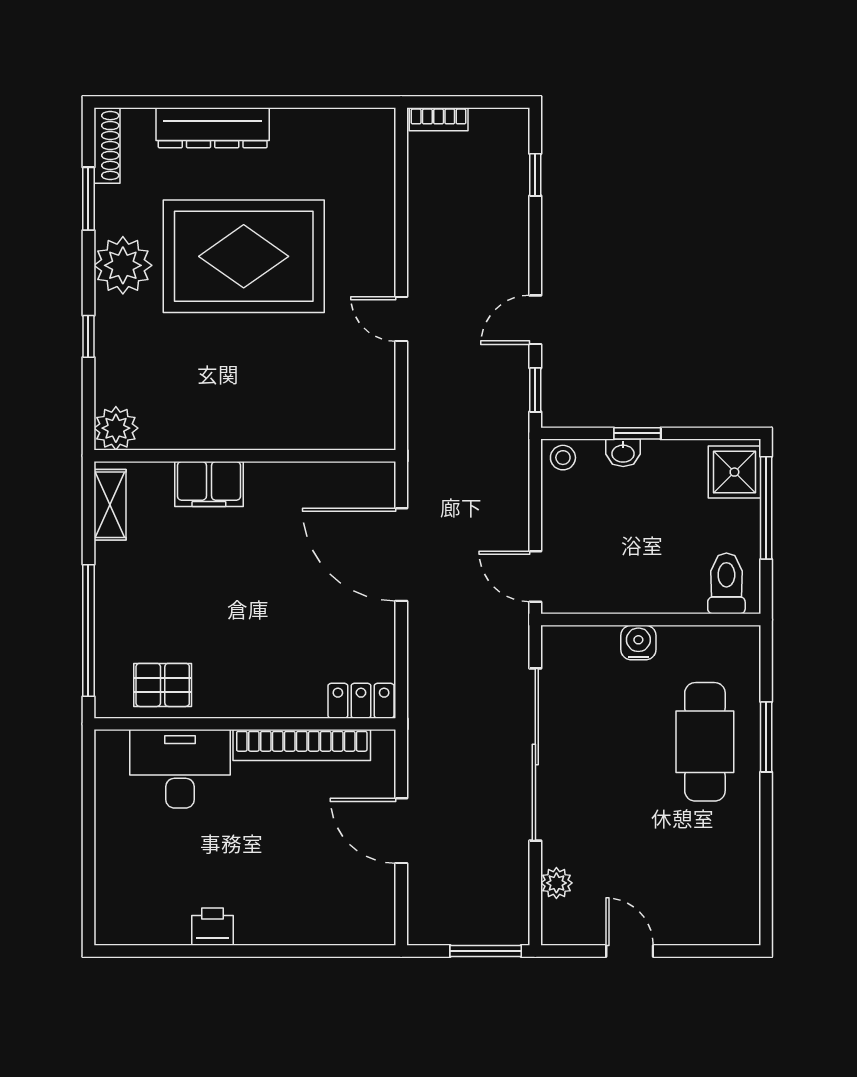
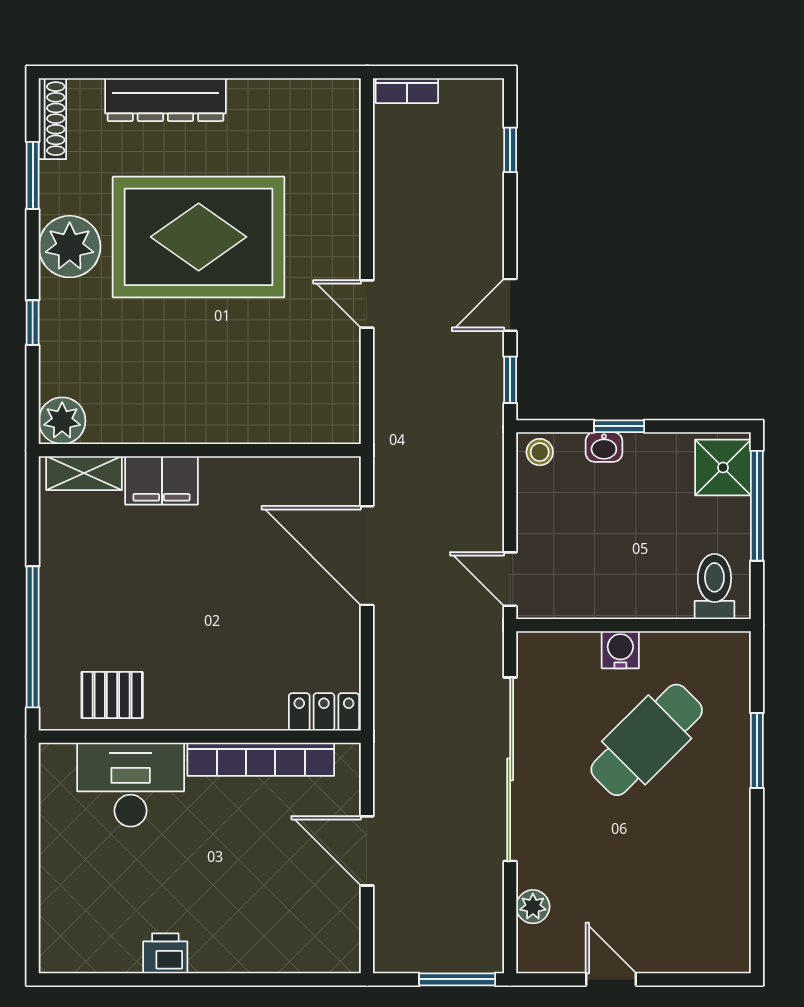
shelving: (110, 505) -> (84, 473), moved, turned 90
cafe table: (705, 742) -> (647, 740), moved, turned 45

